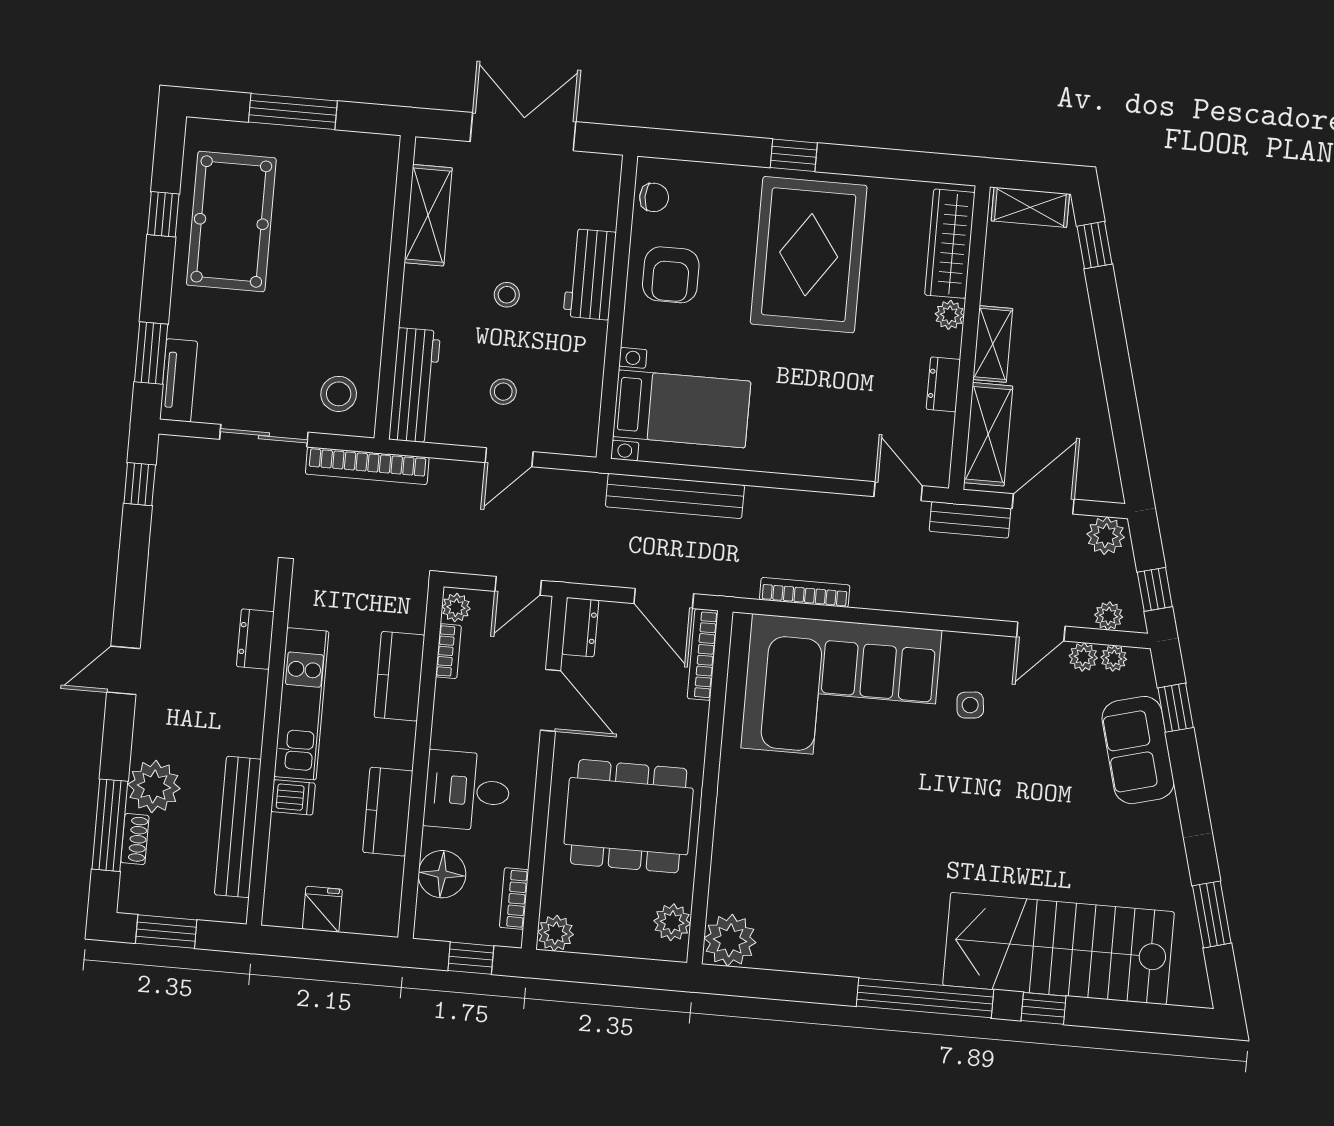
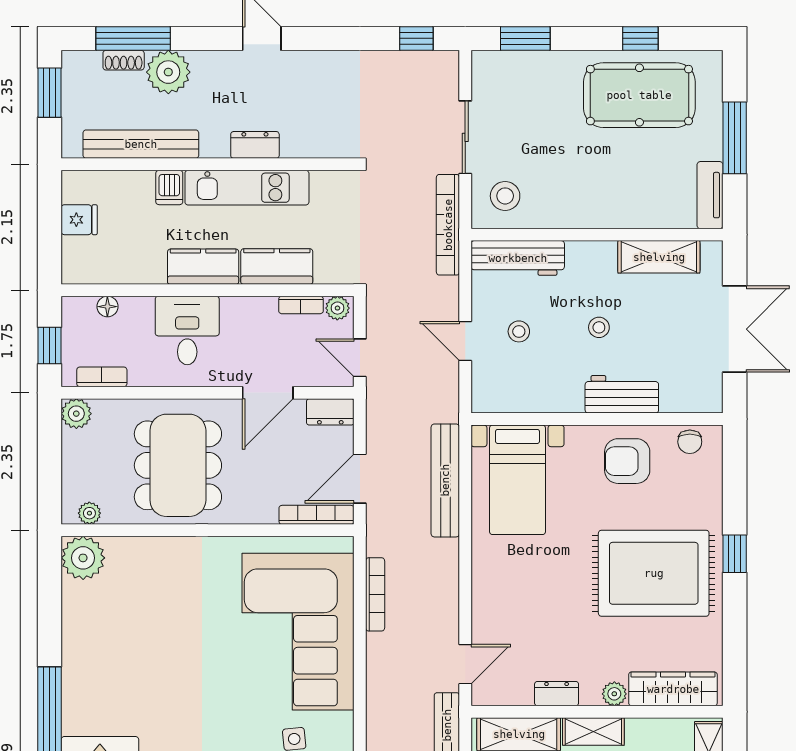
tv unit: (179, 380) -> (710, 195), moved, turned 90
dresser: (255, 639) -> (255, 145), moved
kitchen counter: (388, 812) -> (203, 267), moved
floor lamp: (442, 874) -> (107, 307), width x0.53, depth x0.53
plant: (672, 922) -> (89, 513), width x0.73, depth x0.73

